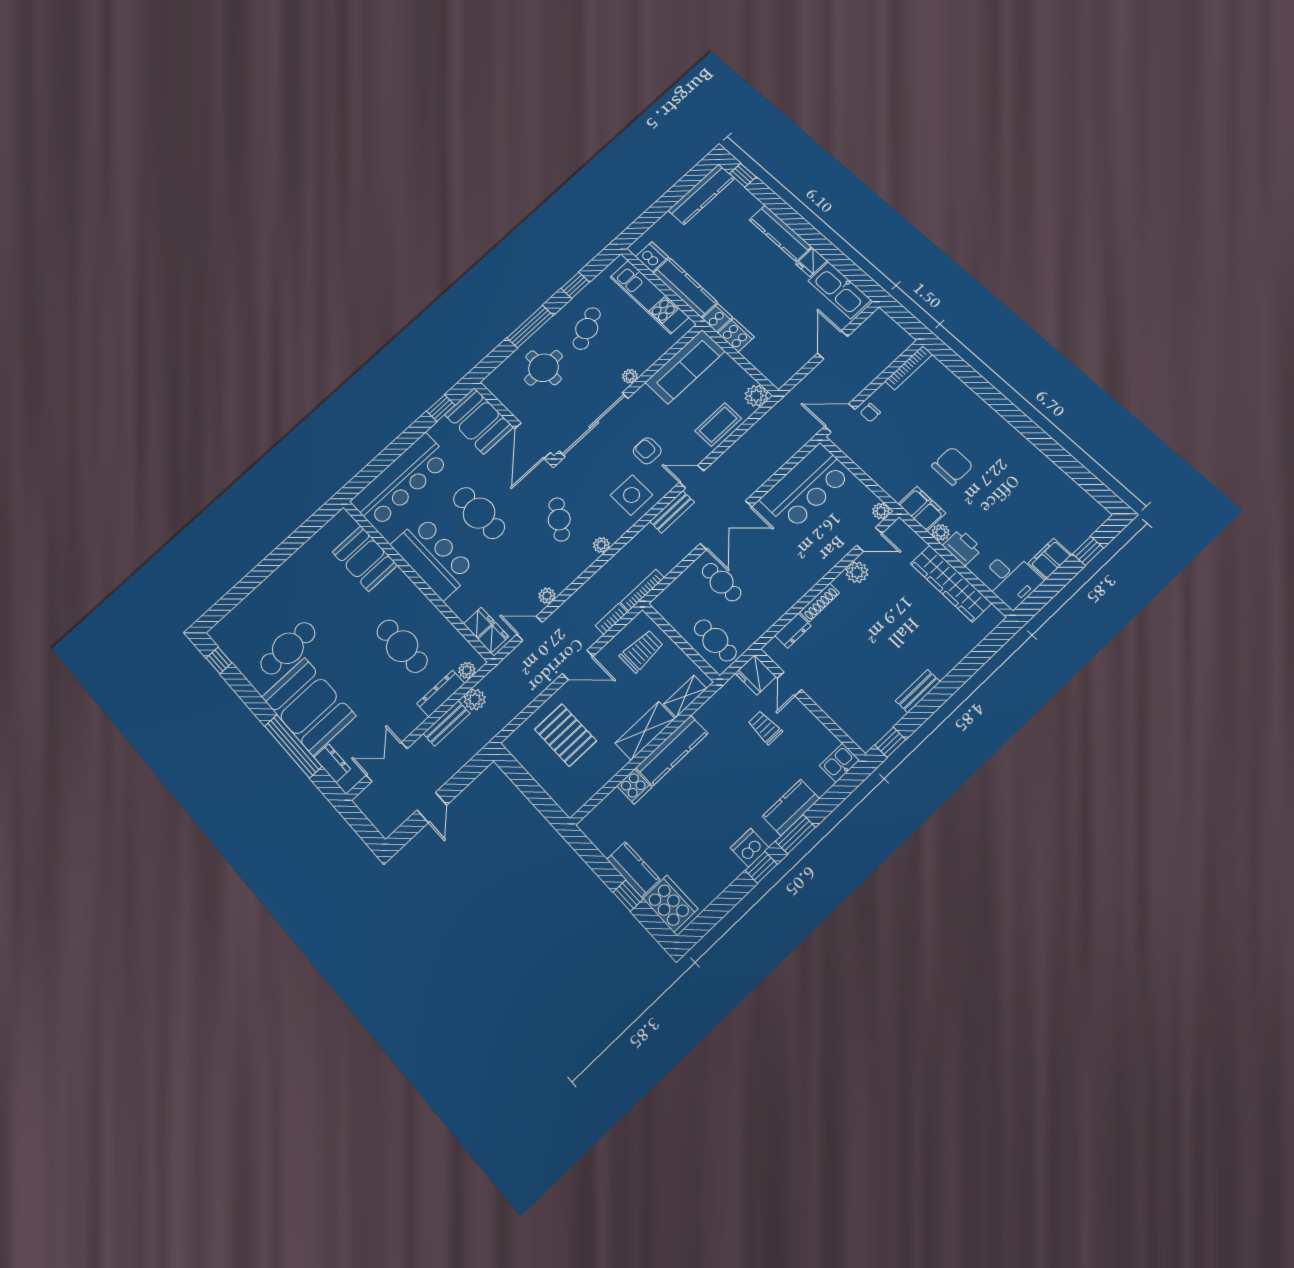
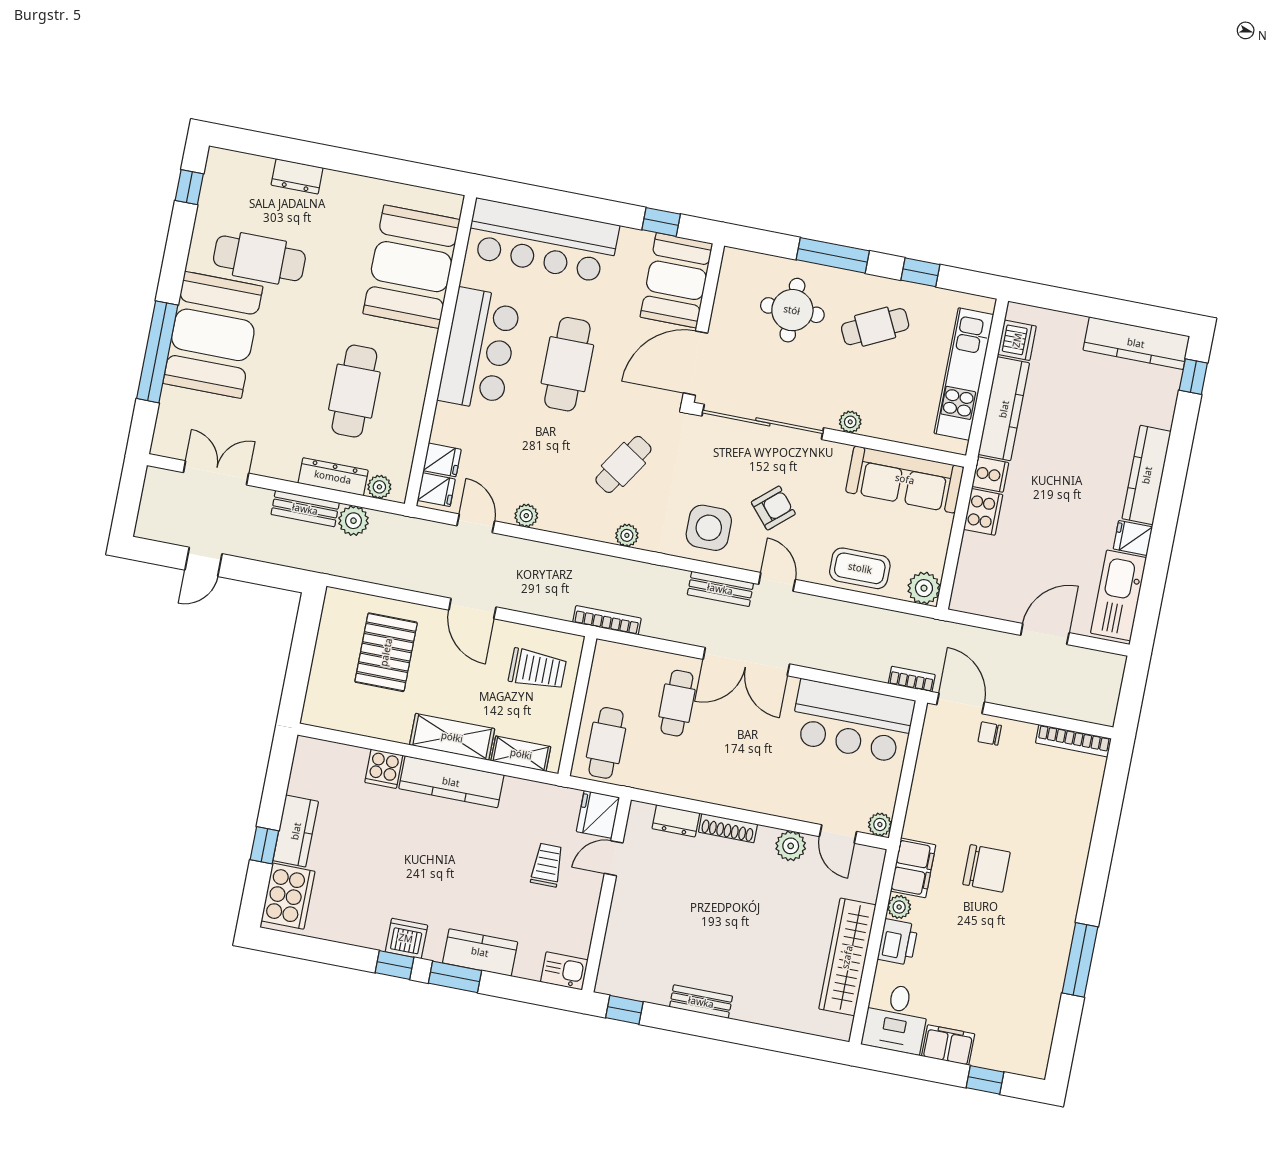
window: (1049, 447) -> (1080, 960), added
armchair: (647, 451) -> (773, 508), turned 49
booth: (365, 559) -> (411, 267), width x1.36, depth x1.42
bookcase: (611, 619) -> (912, 679), moved
dresser: (332, 763) -> (297, 176), moved, turned 90

